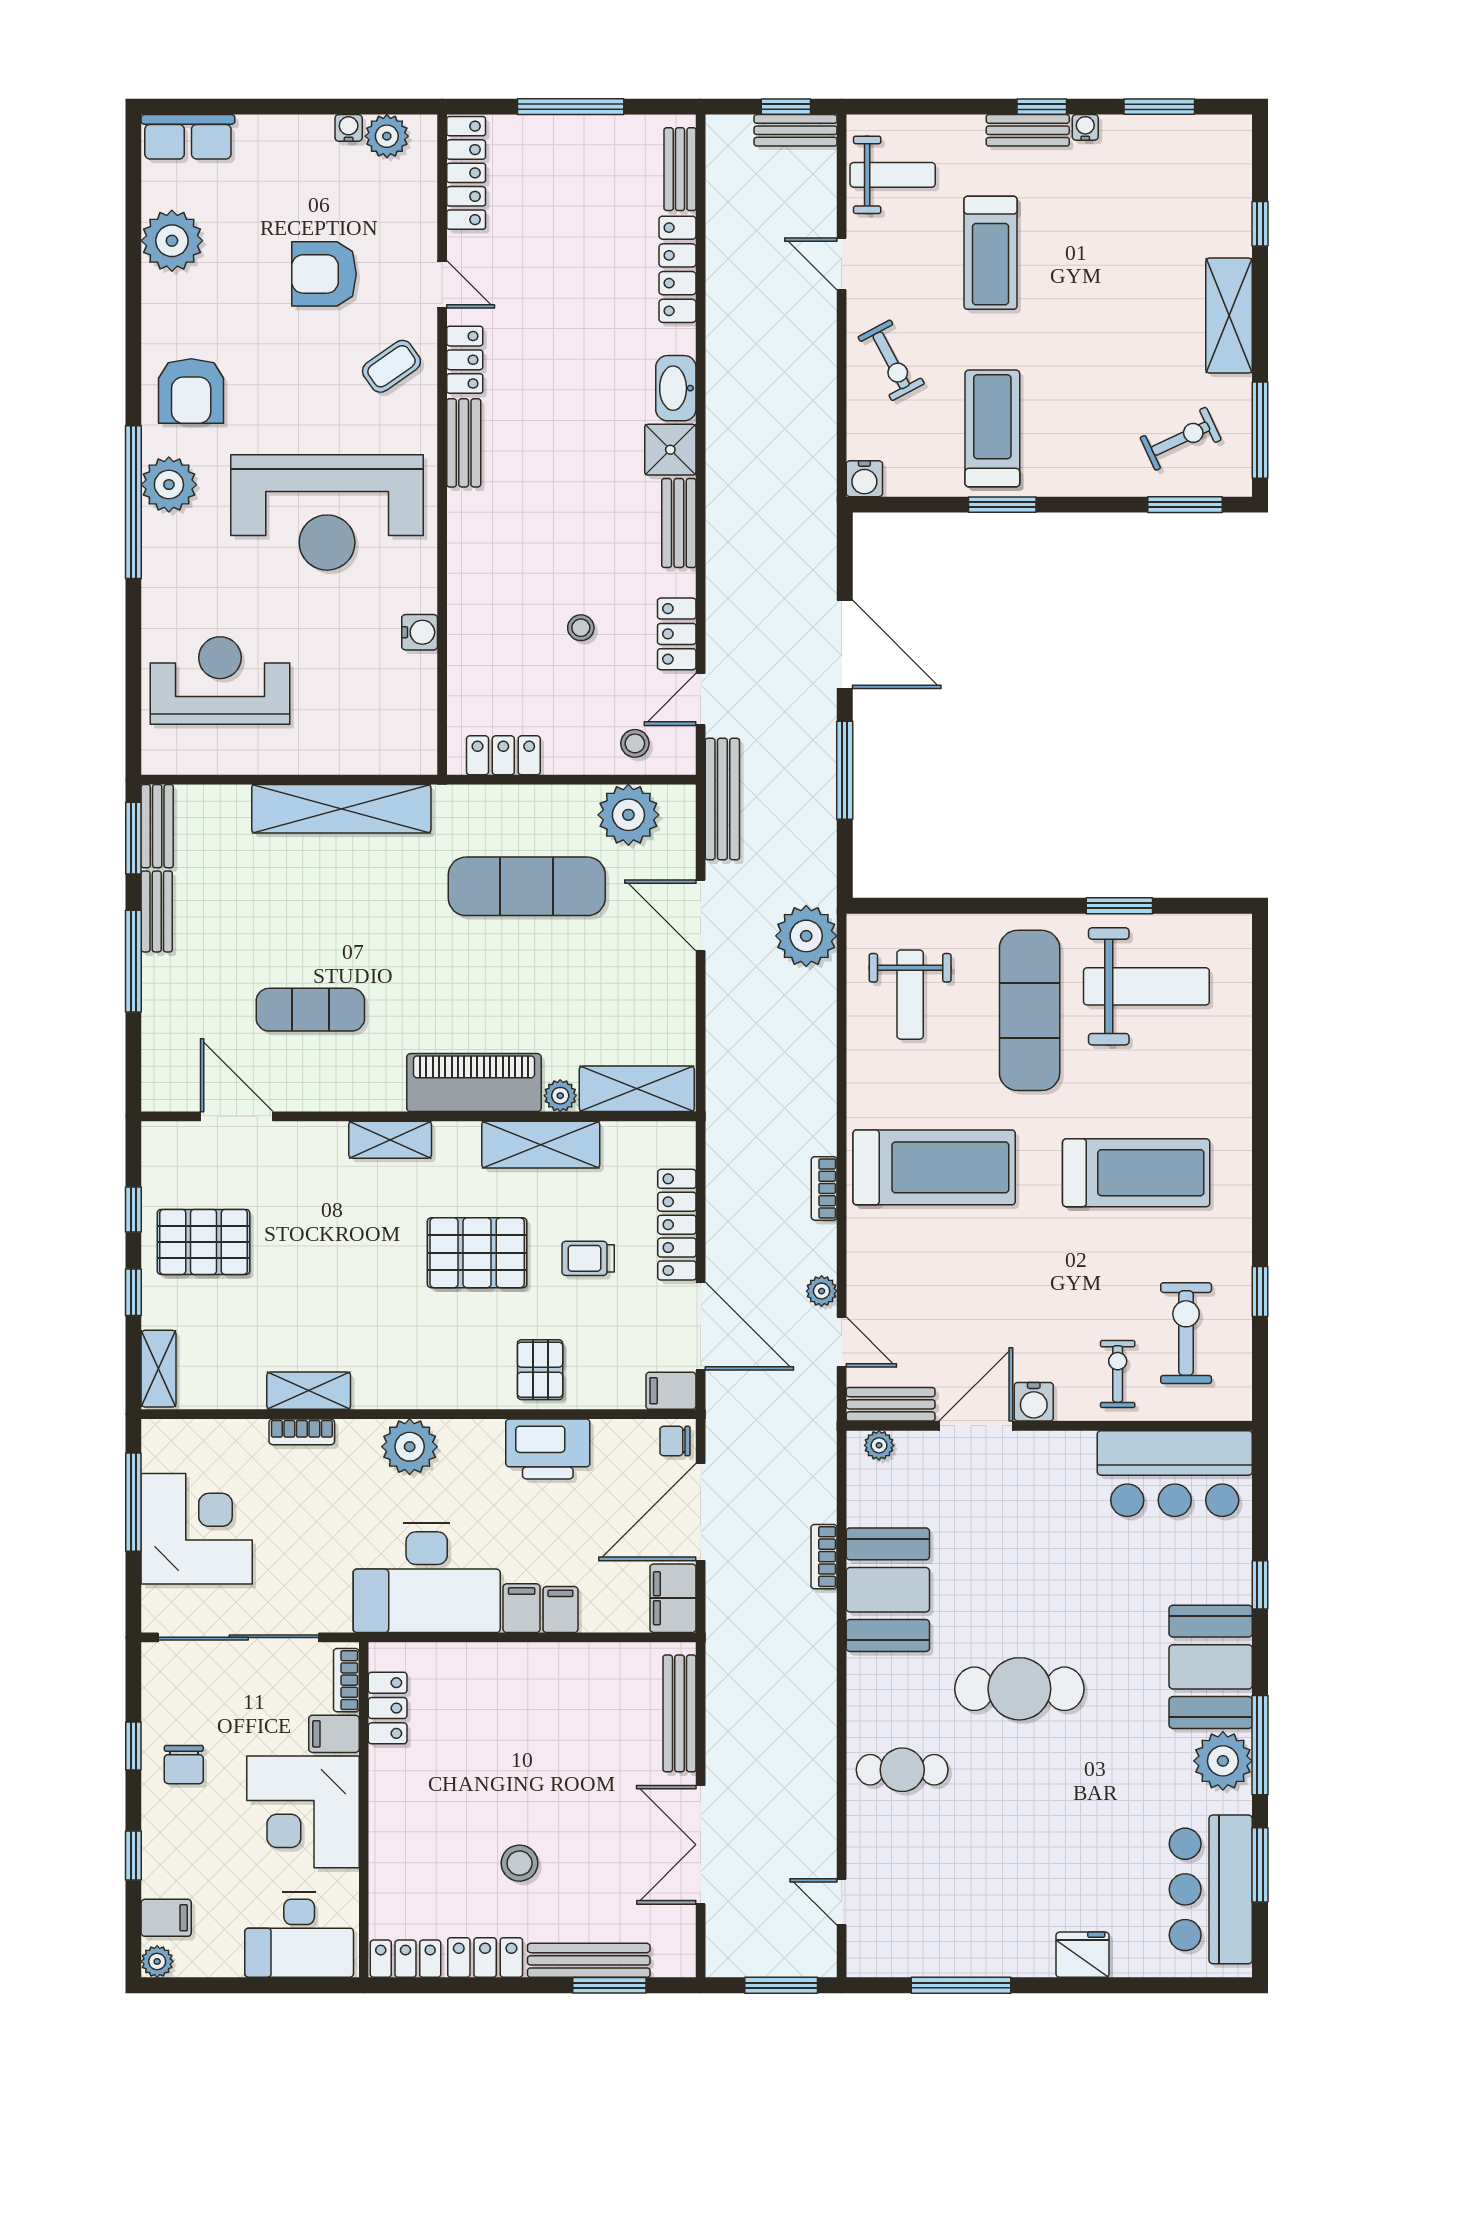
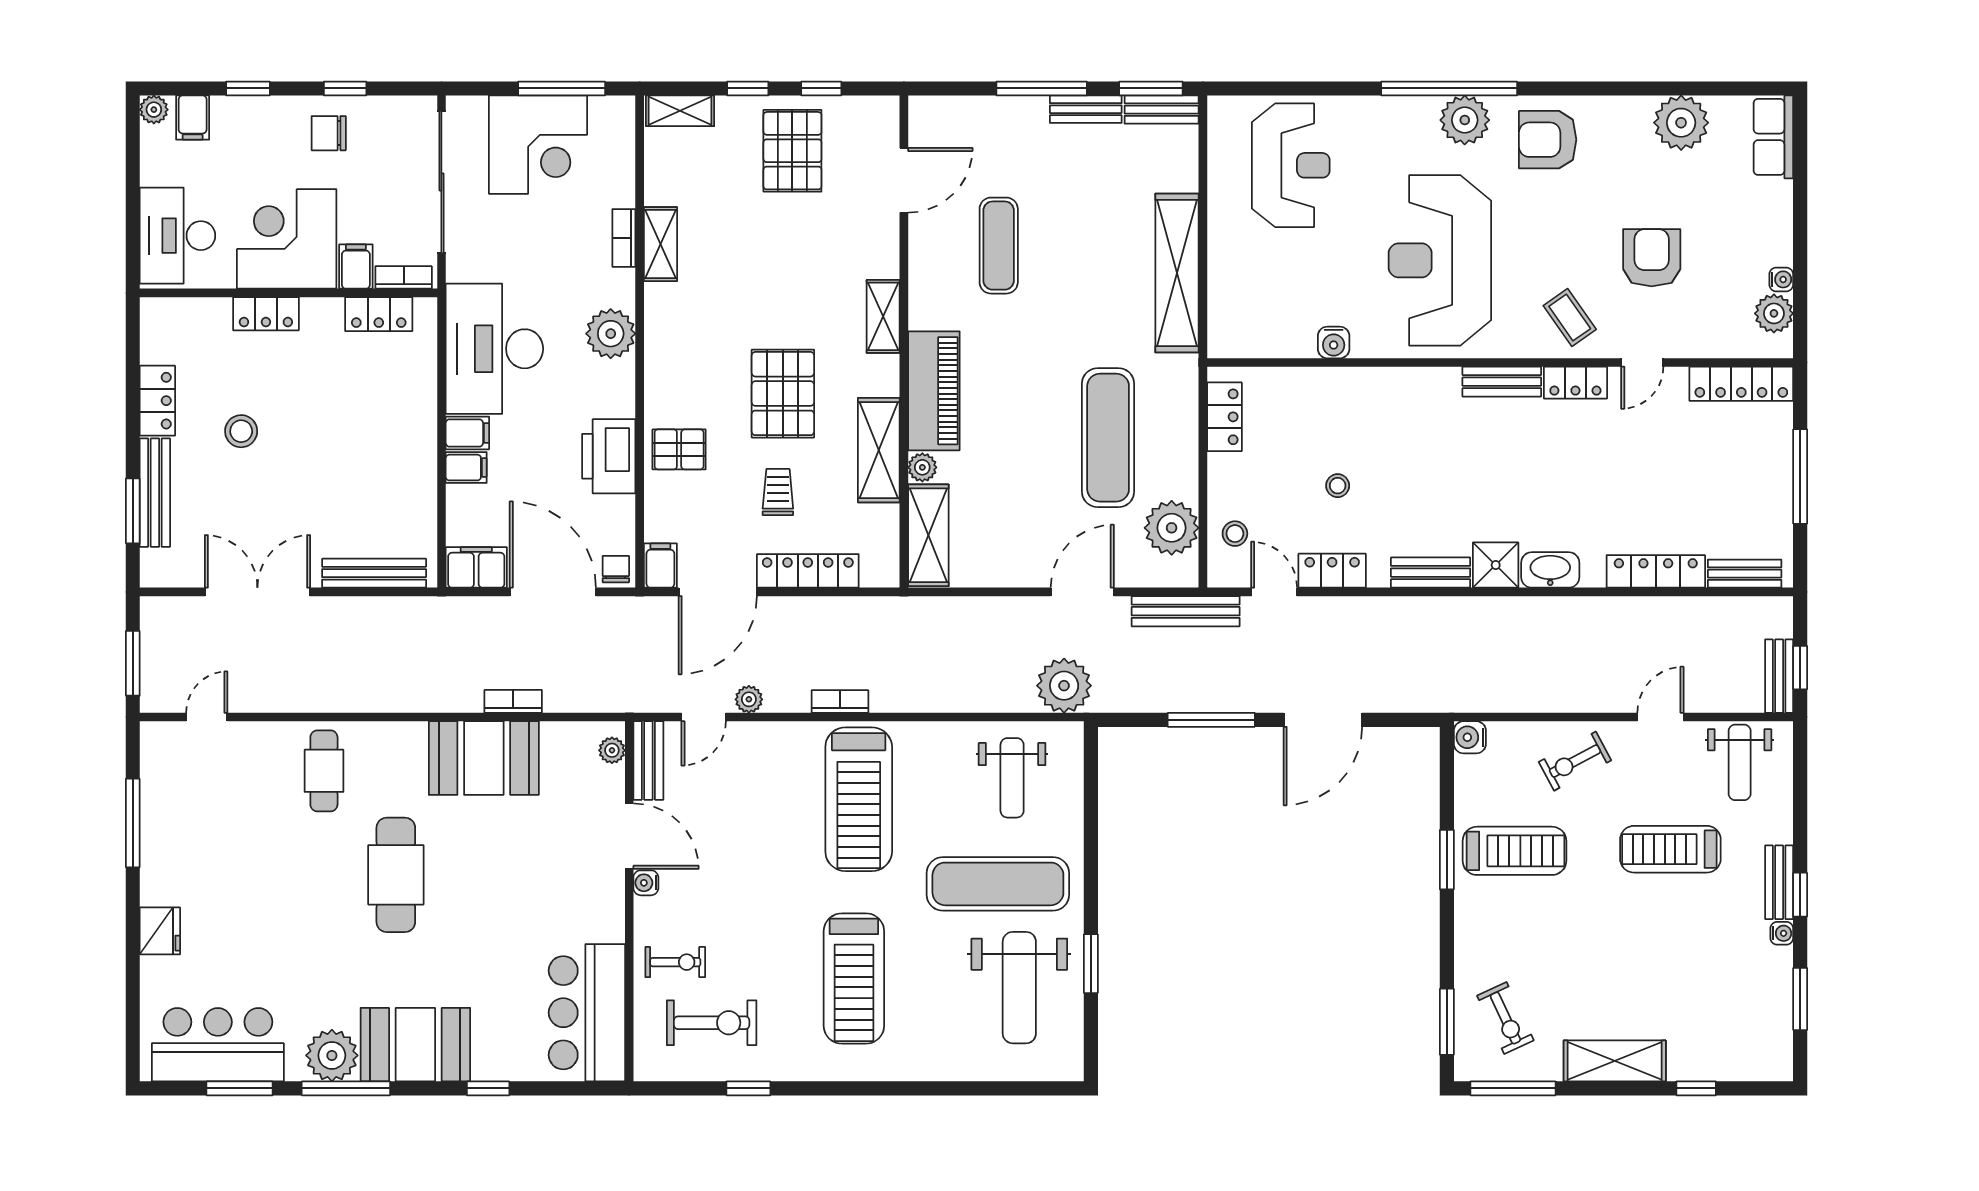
weight bench: (910, 995) -> (1012, 778), turned -90
water cooler: (1034, 1402) -> (646, 883), width x0.72, depth x0.72
locker: (405, 1959) -> (266, 314), moved, turned 90

